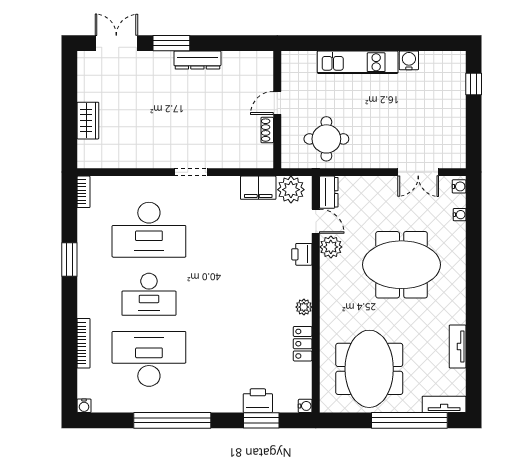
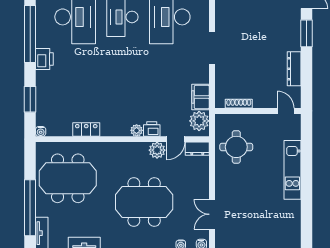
dresser: (197, 60) -> (294, 69), moved
water cooler: (409, 60) -> (294, 207), removed
door: (277, 103) -> (286, 111), moved
shoe rack: (267, 130) -> (239, 104), width x1.43
doorway: (191, 172) -> (212, 48), width x1.38
meeting table: (402, 265) -> (144, 202), turned 90
plant: (304, 307) -> (137, 130), moved
printer: (258, 401) -> (44, 59), moved

